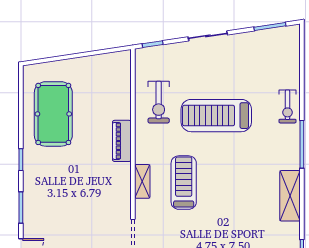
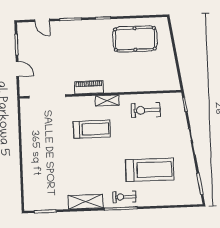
exercise bike: (287, 106) -> (124, 197), moved
treadmill: (216, 116) -> (150, 170), moved, turned 90
piano: (122, 141) -> (89, 87), moved
shelving: (142, 181) -> (107, 101), moved

